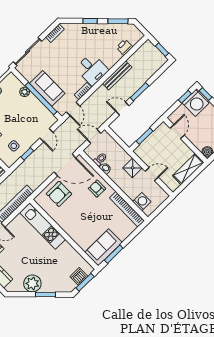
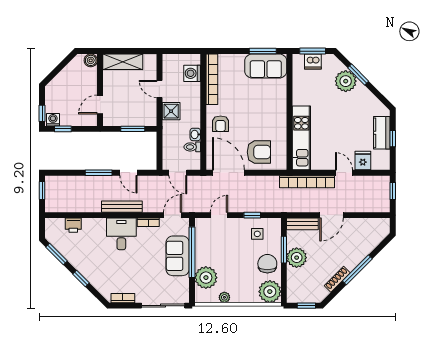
bench: (117, 75) -> (122, 207), moved
plant: (25, 92) -> (206, 278), width x1.88, depth x1.88
washing machine: (196, 103) -> (53, 120), width x0.53, depth x0.53
plant: (32, 283) -> (346, 81), moved

